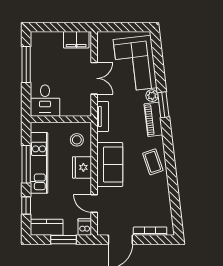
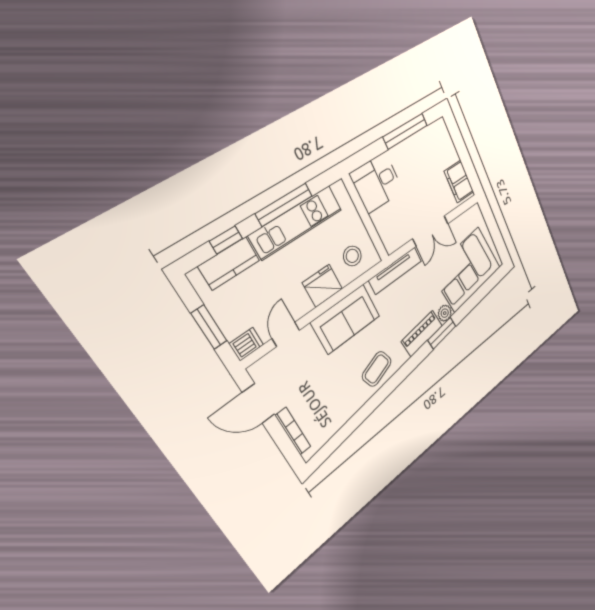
tv unit: (103, 117) -> (395, 271), width x1.41
kitchen counter: (47, 227) -> (229, 263), moved, turned 90

